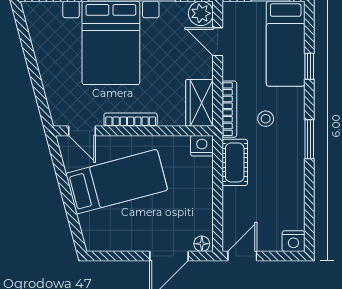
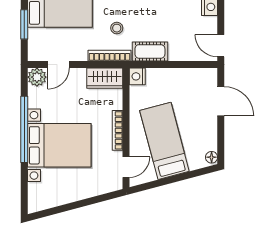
floor lamp: (202, 244) -> (212, 157), moved

